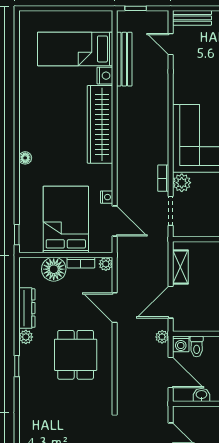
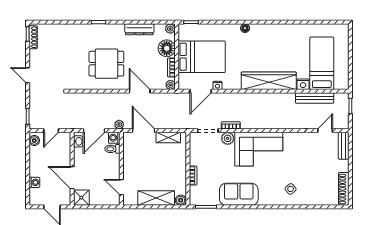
door: (115, 308) -> (140, 91), hinge flipped
plant: (26, 337) -> (170, 29), moved
washbasin: (201, 395) -> (78, 141), moved

